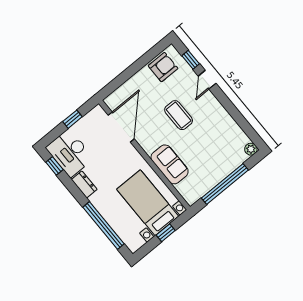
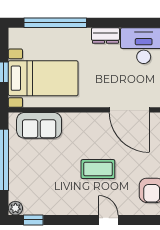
window: (191, 60) -> (33, 220), moved
sofa: (170, 164) -> (39, 125), moved
window: (54, 166) -> (143, 23), removed

